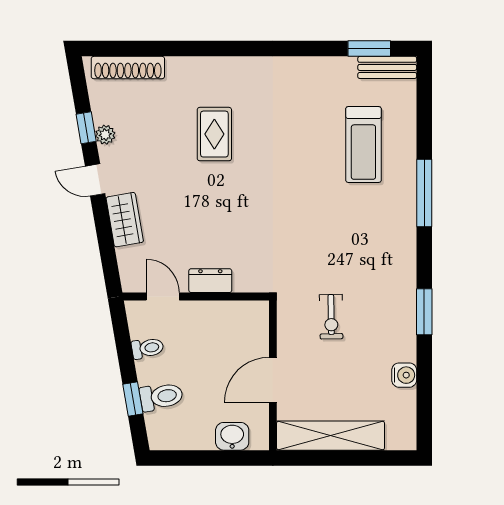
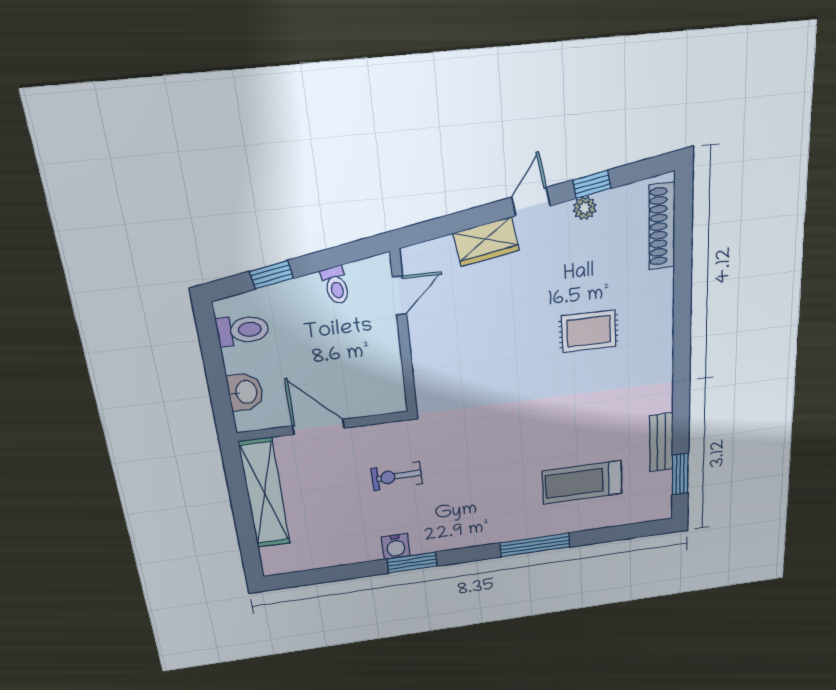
bench: (387, 67) -> (661, 442), moved
dresser: (210, 281) -> (423, 347), removed
water cooler: (404, 375) -> (396, 546), moved
toilet: (161, 397) -> (243, 330), moved, turned -80

